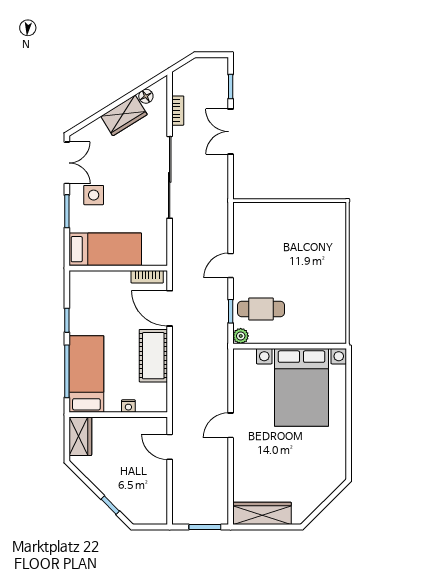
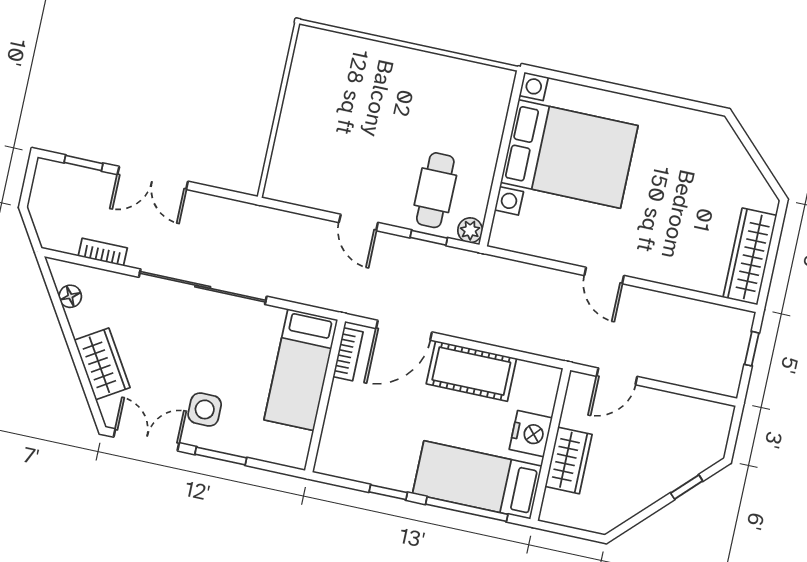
wardrobe: (124, 115) -> (102, 364), moved
bed: (105, 249) -> (301, 370), moved, turned 180
nightstand: (128, 406) -> (531, 434), width x1.89, depth x1.79
wardrobe: (80, 436) -> (569, 460), moved, turned 90
window: (205, 527) -> (752, 349), width x0.67

